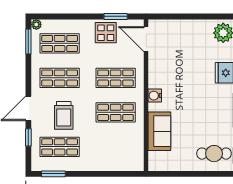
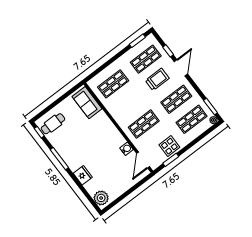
door: (146, 39) -> (143, 160), swing flipped
water cooler: (155, 96) -> (126, 149), moved
shop shelf: (116, 112) -> (113, 84), moved
trolley: (64, 115) -> (157, 79), turned 90
sofa: (159, 131) -> (87, 103), moved

